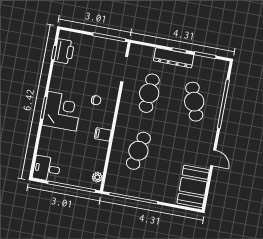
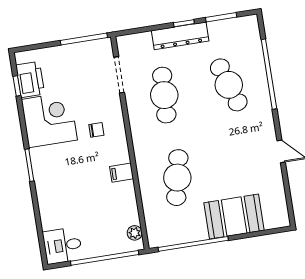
corner desk: (62, 111) -> (49, 120), moved
booth: (193, 186) -> (234, 217), moved, turned 90

